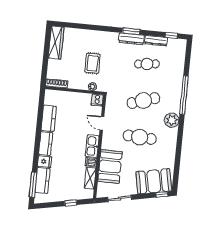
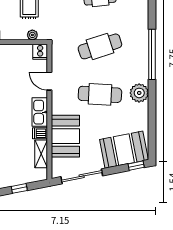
window: (184, 95) -> (152, 54), moved
plant: (172, 120) -> (139, 93), moved
sliding door: (119, 198) -> (82, 176), width x1.37

